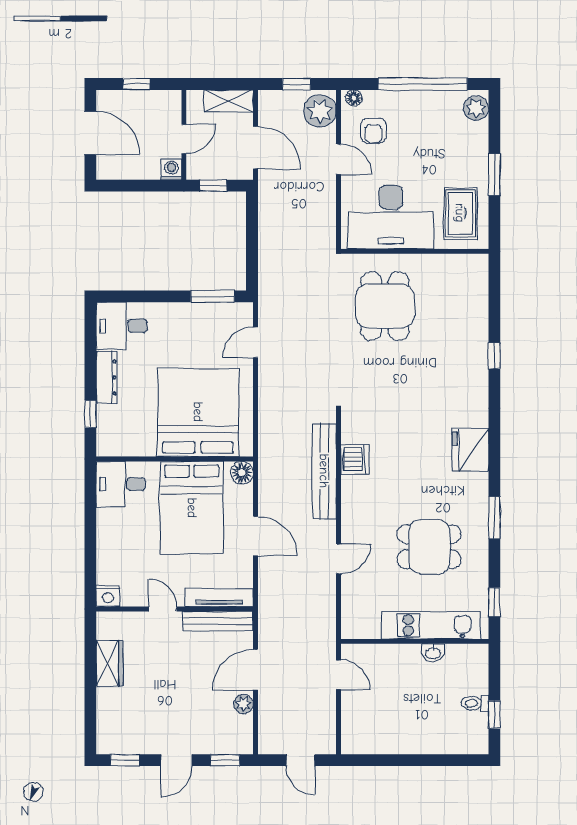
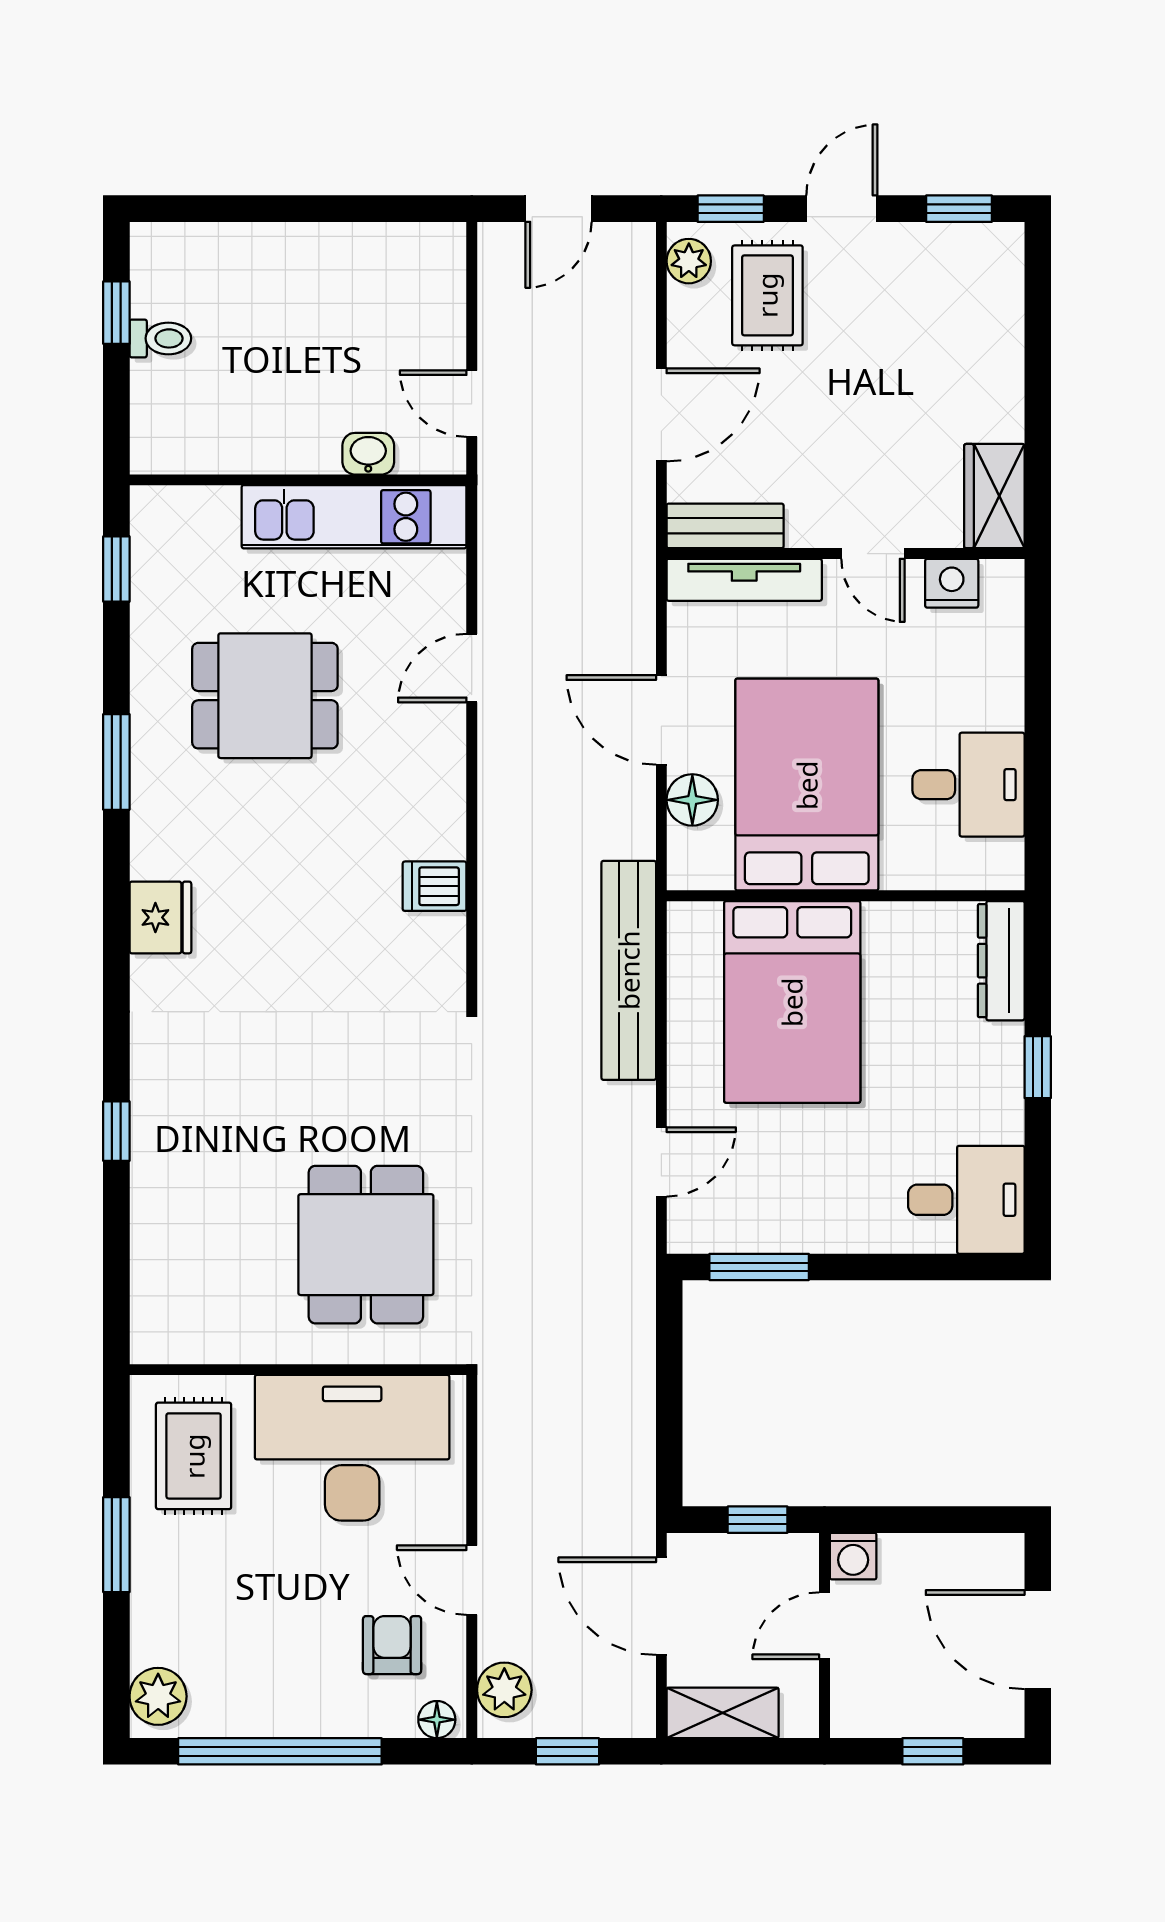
plant: (320, 111) -> (504, 1690), width x0.73, depth x0.73
dresser: (106, 377) -> (1001, 961), moved
bed: (198, 412) -> (792, 1002), width x0.73
window: (90, 414) -> (1038, 1067), moved
fridge: (470, 450) -> (160, 917), width x0.73, depth x0.75
dishwasher: (355, 459) -> (435, 886), width x0.73
bench: (324, 471) -> (629, 970), moved
floor lamp: (242, 473) -> (692, 800), moved
desk: (121, 484) -> (969, 785), moved
nightstand: (108, 596) -> (952, 583), moved
bench: (218, 621) -> (725, 526), width x0.73
kitchen unit: (431, 625) -> (354, 517), moved
washbasin: (433, 653) -> (368, 454), moved
wardrobe: (110, 663) -> (994, 496), moved
plant: (243, 704) -> (689, 261), moved
rug: (209, 722) -> (767, 295), added
door: (301, 760) -> (558, 209), swing flipped

